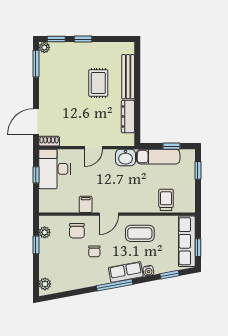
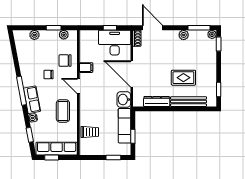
window: (83, 39) -> (219, 90), moved
plant: (45, 83) -> (184, 35), added
door: (94, 148) -> (132, 74), width x1.87
plant: (45, 284) -> (34, 35), moved

